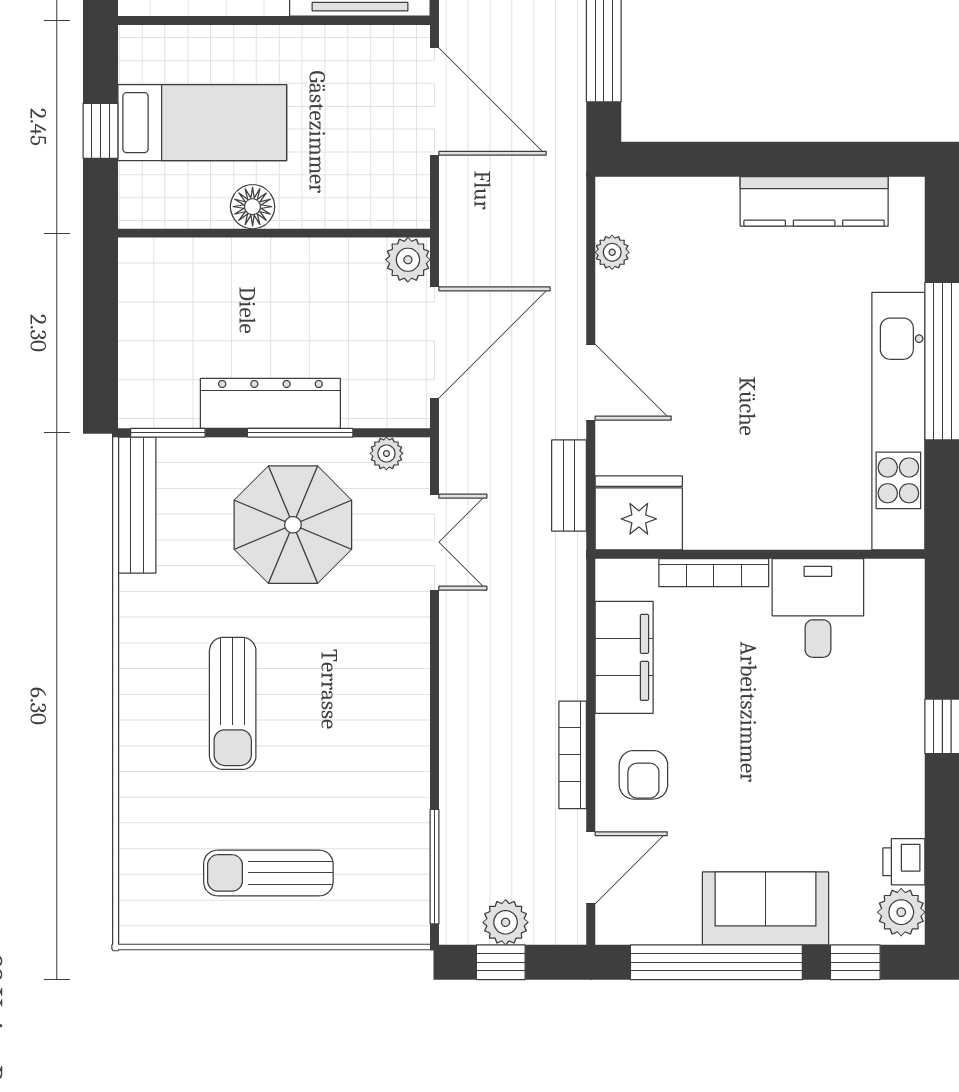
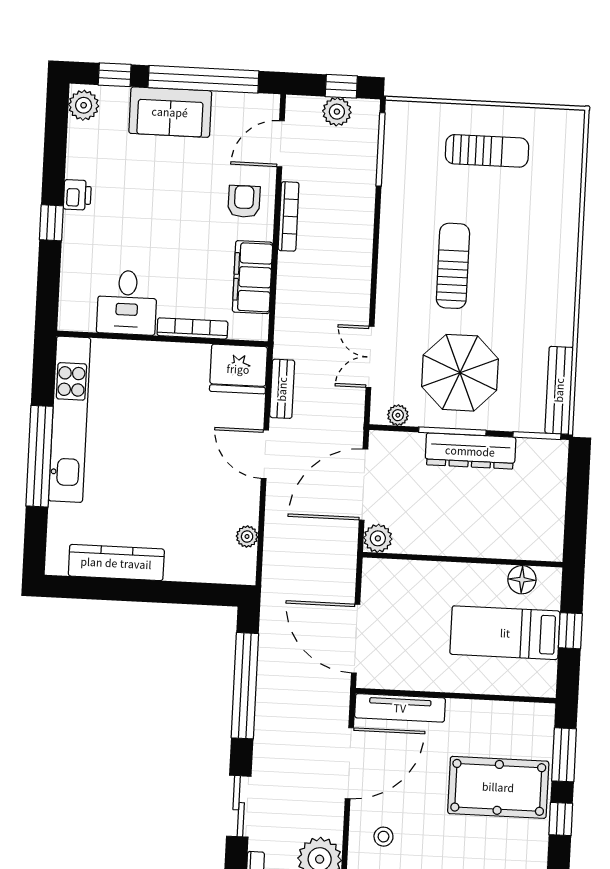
floor lamp: (253, 207) -> (522, 580), moved
sun lounger: (233, 703) -> (453, 266), moved
printer: (904, 862) -> (77, 195), moved

